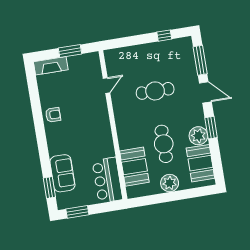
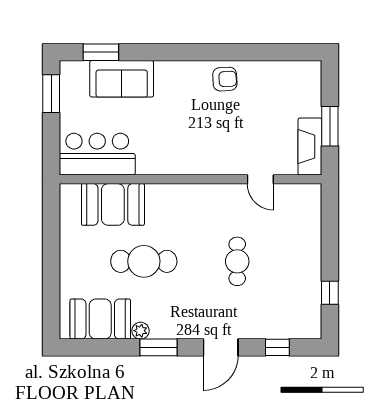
window: (200, 60) -> (277, 347), width x0.46
fireplace: (51, 66) -> (310, 147), moved
cafe table: (155, 91) -> (237, 261), width x0.73, depth x0.74
armchair: (53, 115) -> (225, 79), turned -93
plant: (198, 136) -> (140, 331), width x0.53, depth x0.53
plant: (170, 183) -> (75, 260), removed

